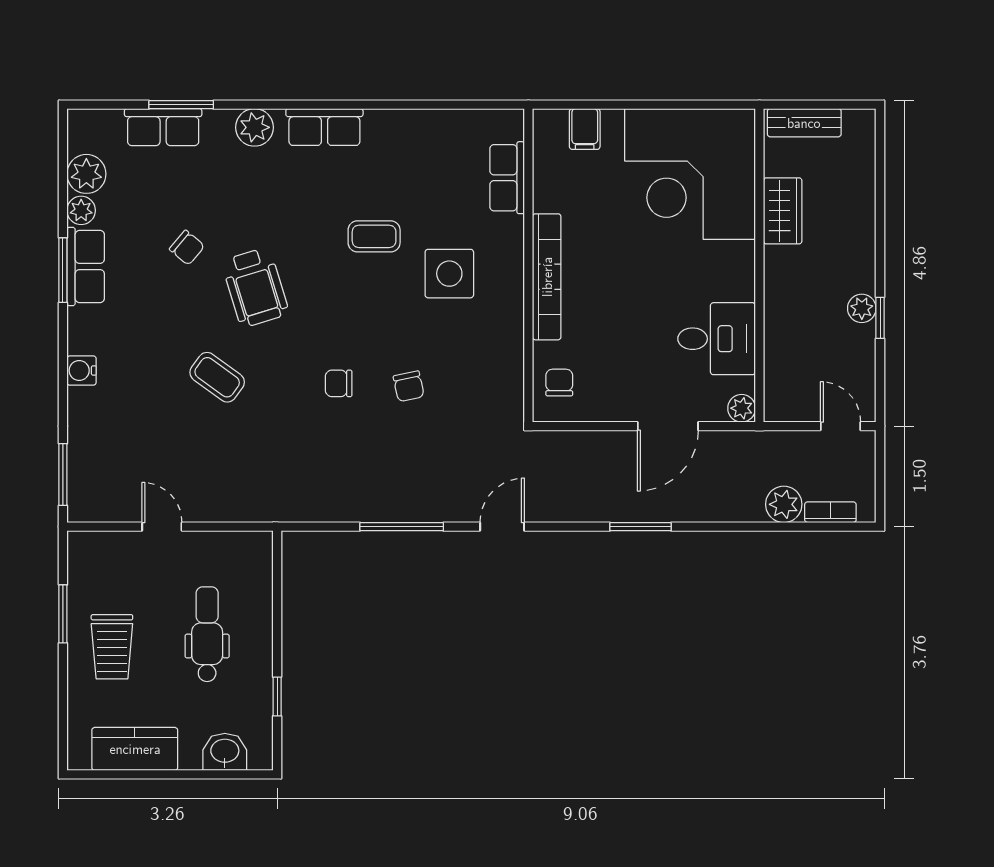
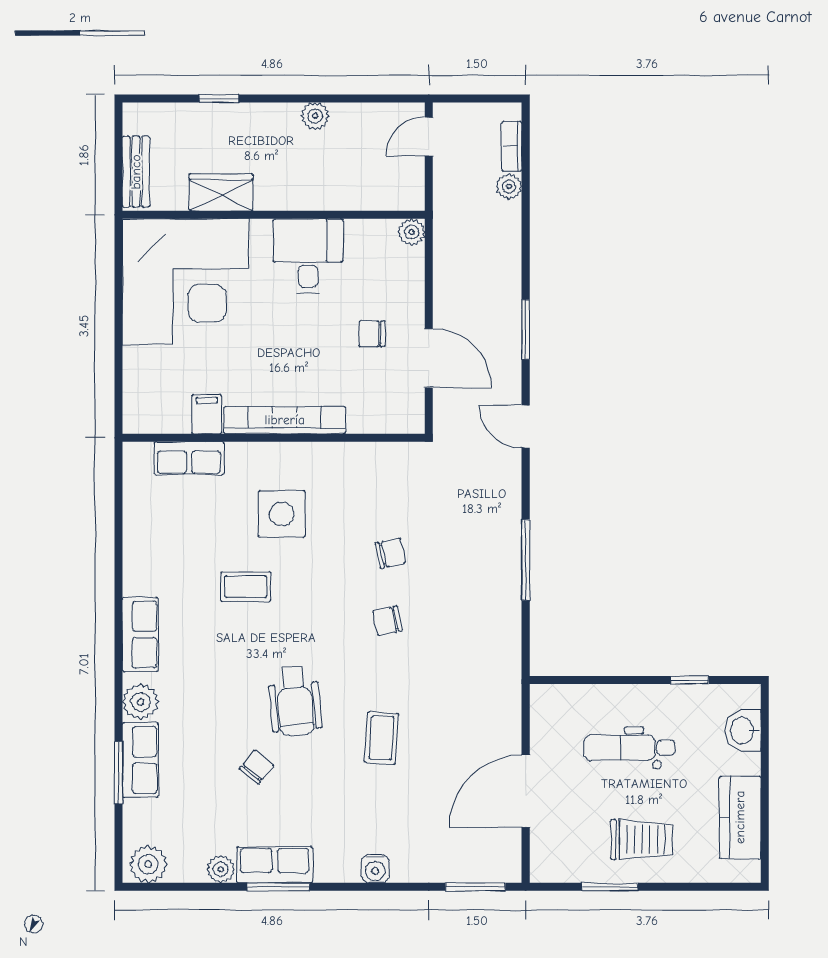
row of seats: (163, 127) -> (140, 760), moved
filing cabinet: (585, 129) -> (207, 414), moved, turned -90
plant: (86, 174) -> (148, 864), moved
coffee table: (374, 236) -> (246, 587), turned 90
wheelchair: (255, 287) -> (295, 701), turned 102
window: (880, 318) -> (219, 98), moved
desk: (717, 339) -> (308, 256), moved
coffee table: (217, 377) -> (382, 738), turned -32
chair: (339, 383) -> (388, 621), turned 78
chair: (559, 383) -> (372, 334), moved
door: (668, 426) -> (429, 358), moved
plant: (784, 504) -> (509, 187), width x0.73, depth x0.73
door: (162, 527) -> (526, 791), width x1.88
door: (502, 527) -> (526, 427), moved

